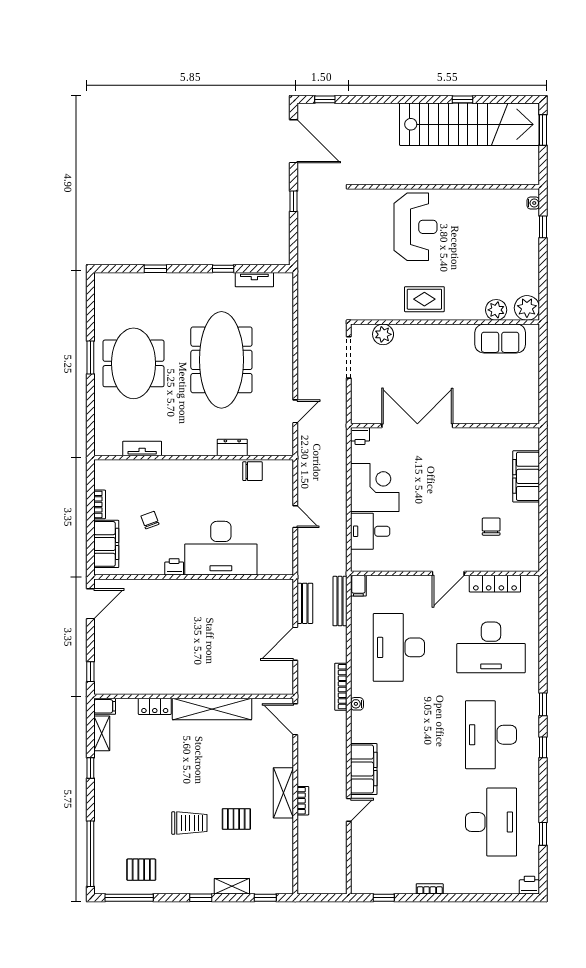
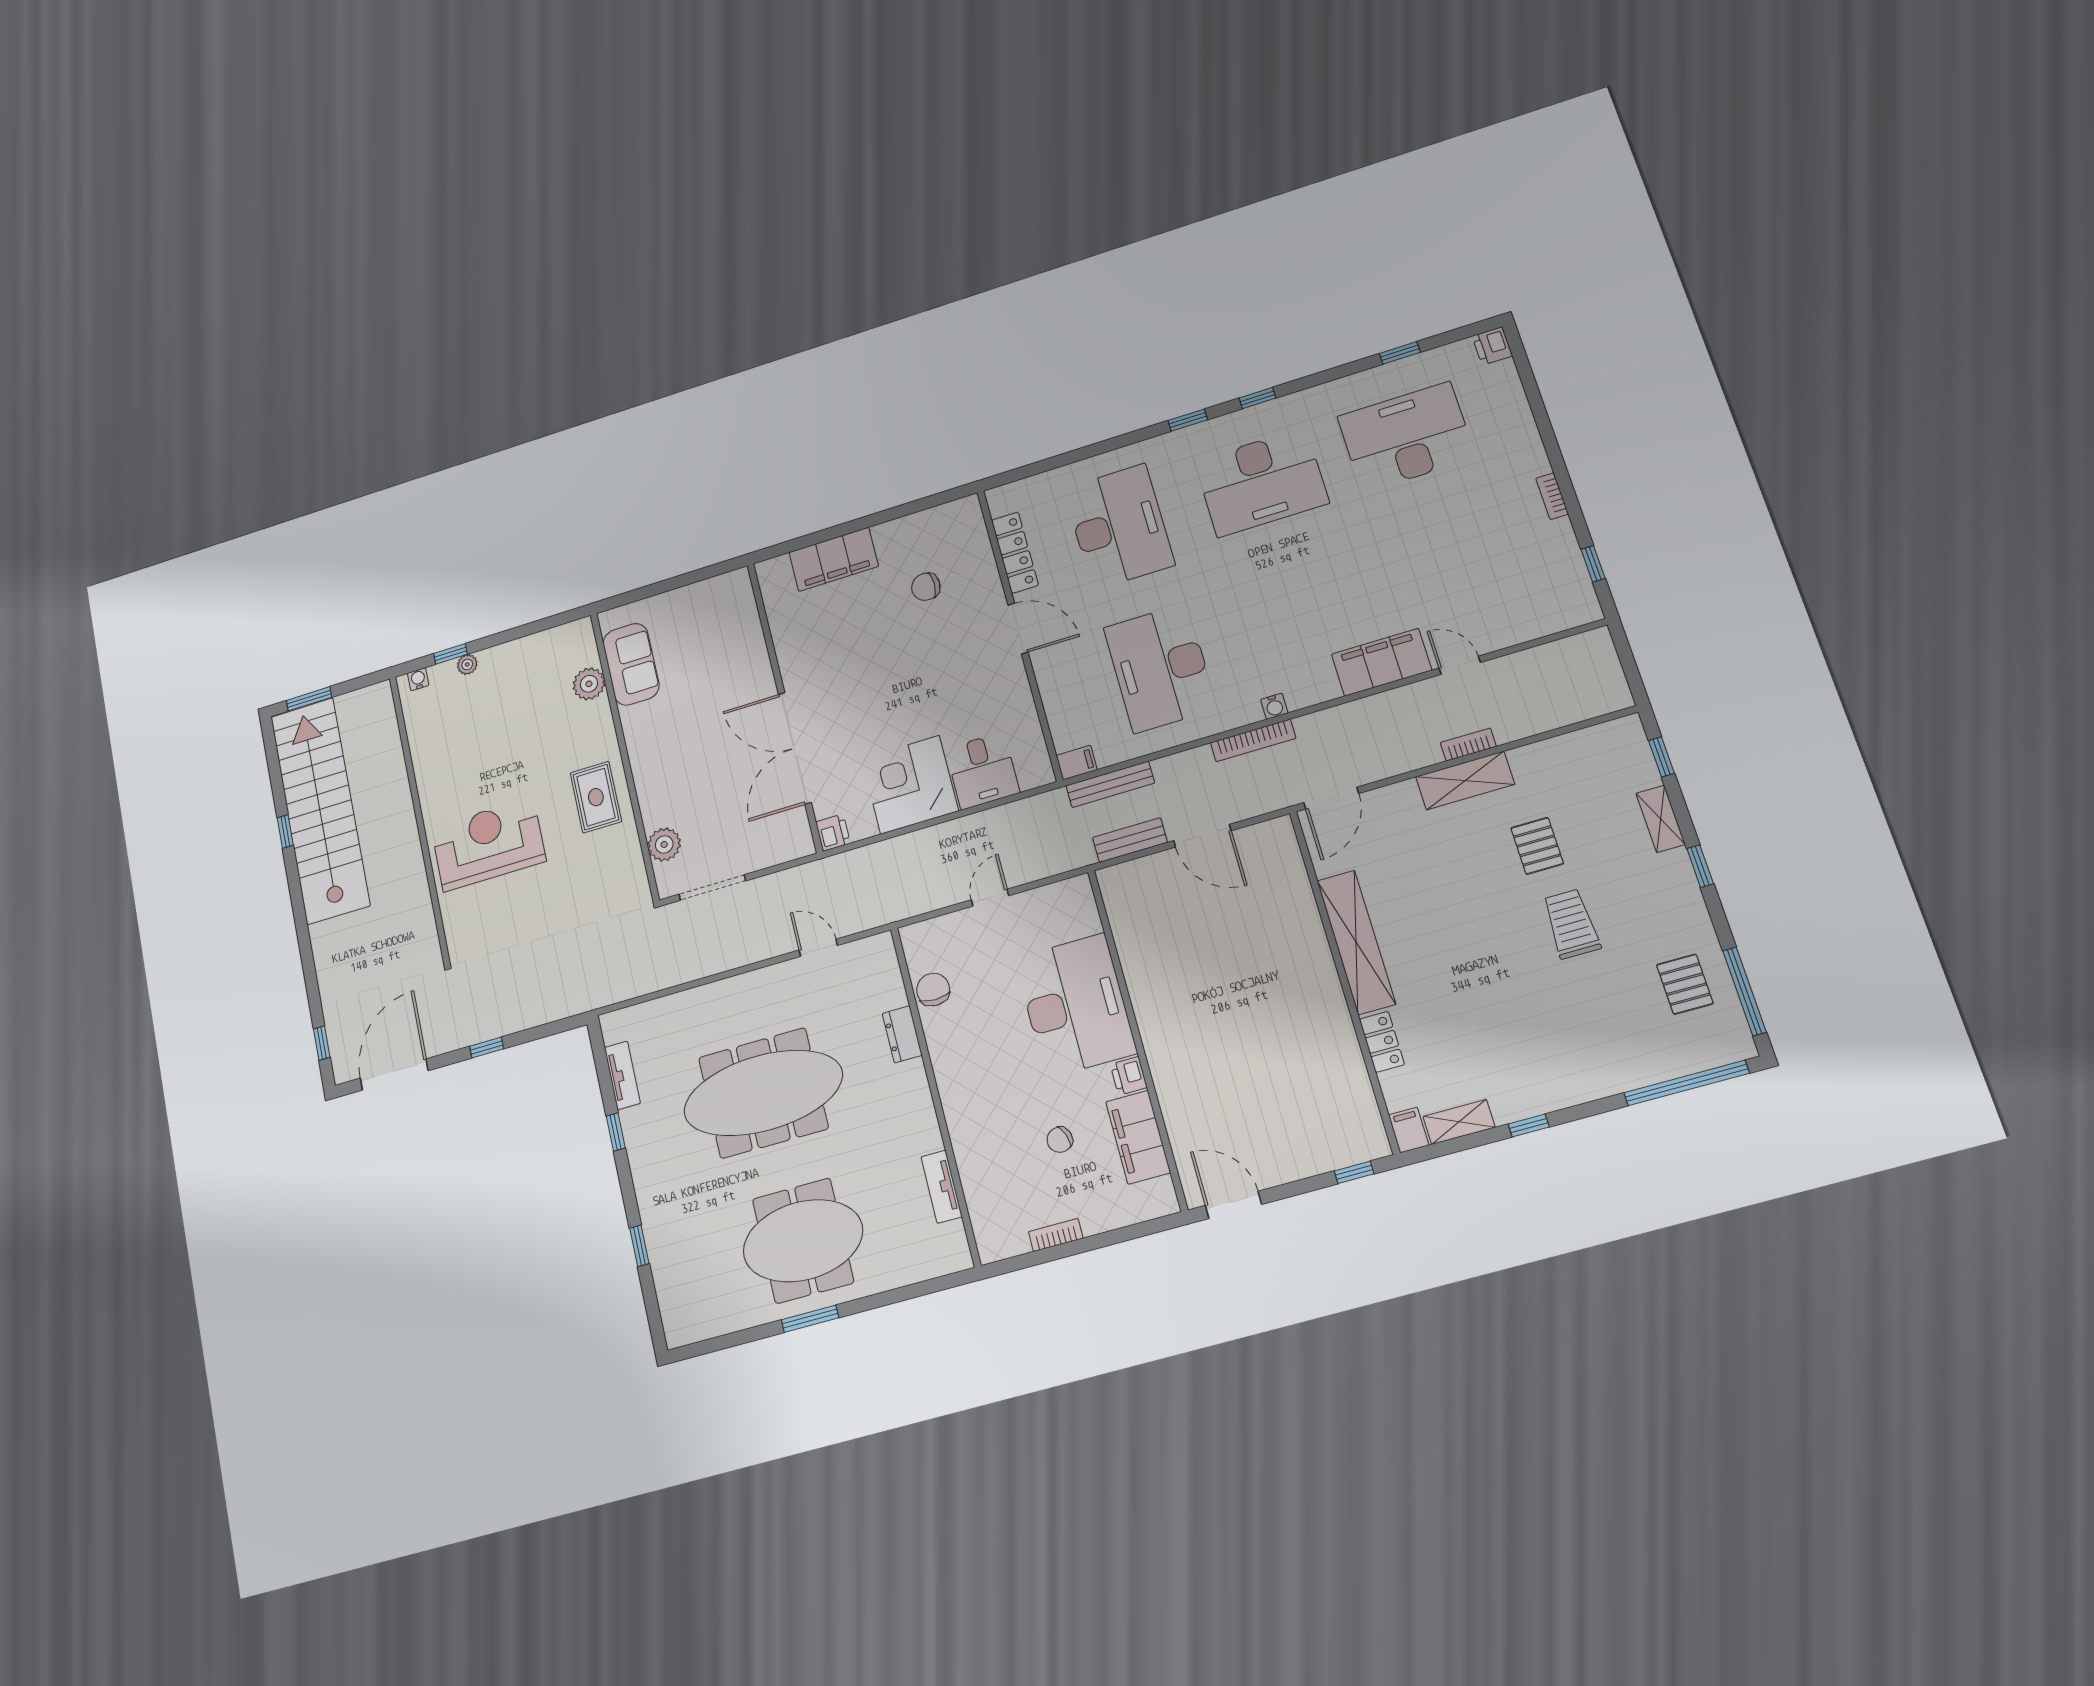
plant: (527, 308) -> (467, 664), moved, width x0.53, depth x0.53
filing cabinet: (106, 544) -> (1138, 1137), moved, turned -90
desk: (399, 647) -> (1160, 668), turned 90

